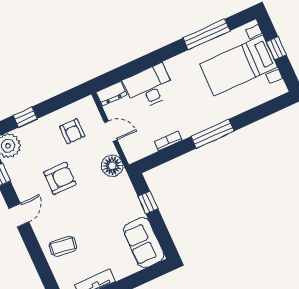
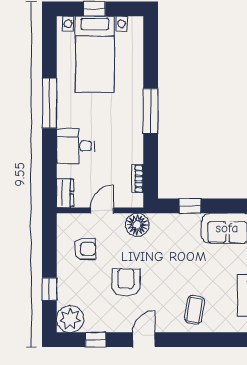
window: (207, 34) -> (49, 103), moved
desk: (149, 87) -> (75, 146), width x0.73
bookcase: (168, 141) -> (138, 179), moved
door: (19, 215) -> (144, 340), hinge flipped

